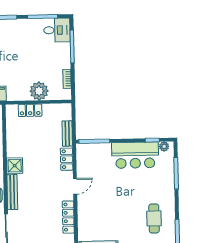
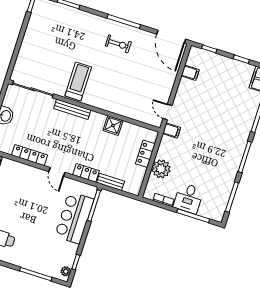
desk: (57, 30) -> (188, 198), moved
bar counter: (135, 155) -> (74, 218), moved
shower: (15, 166) -> (113, 125), moved

